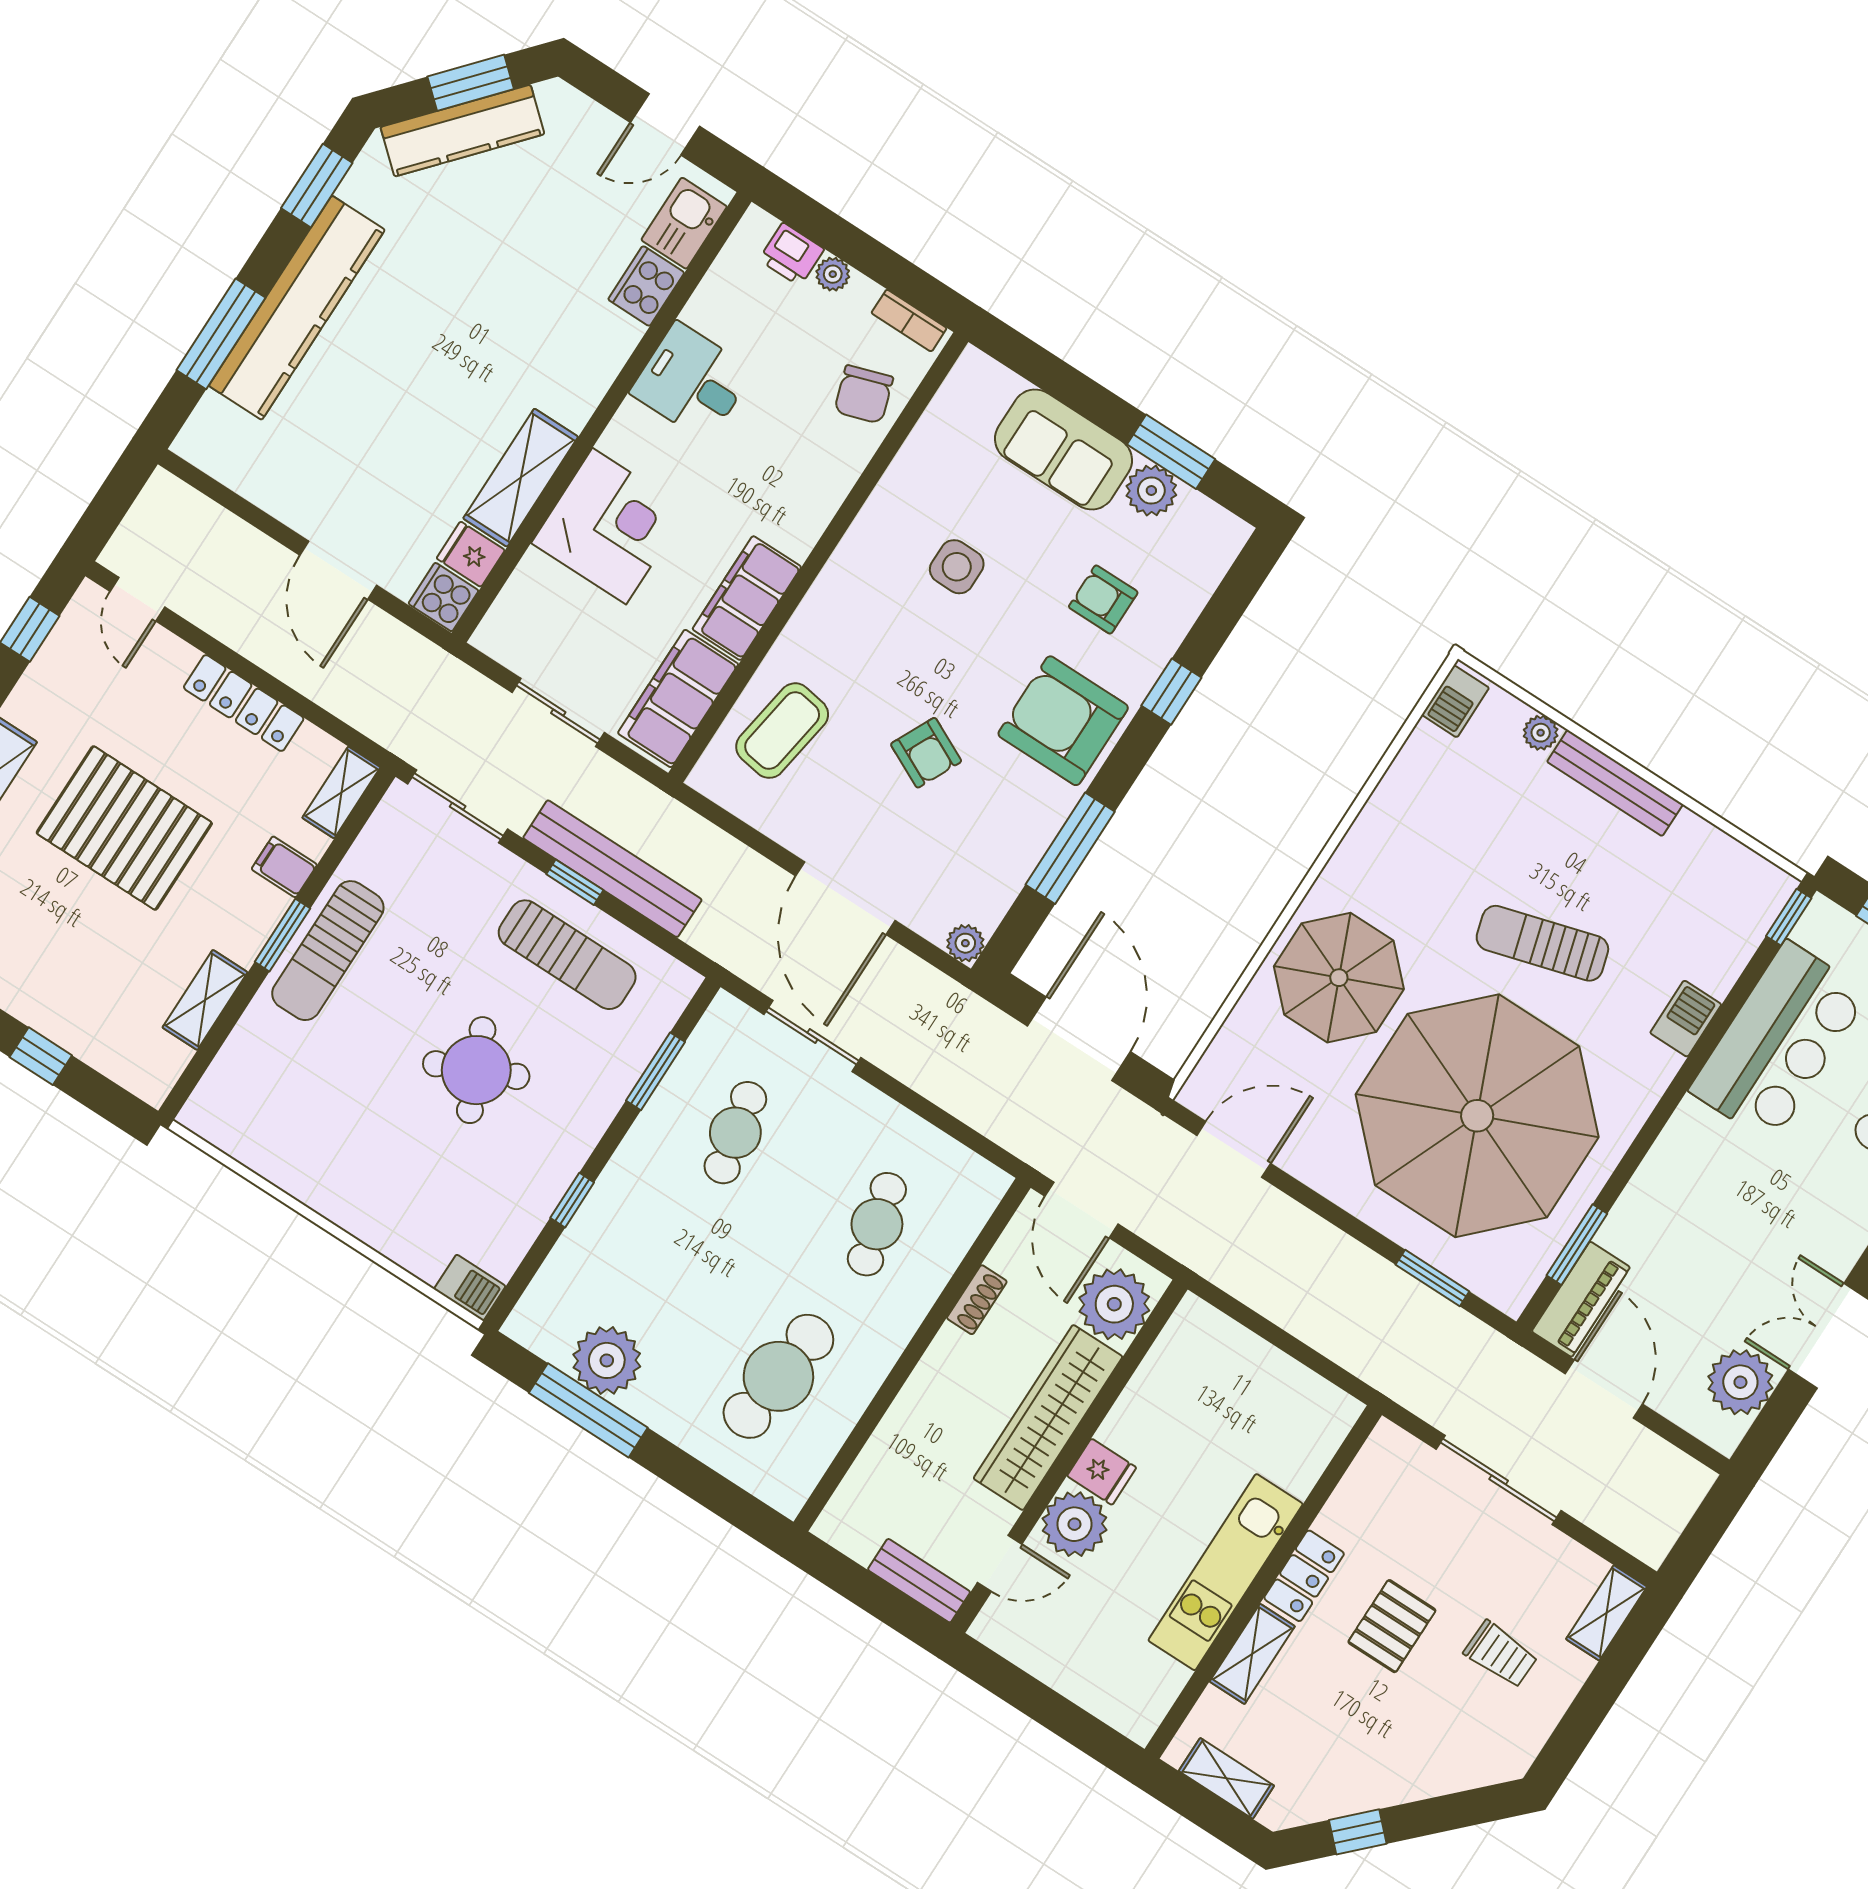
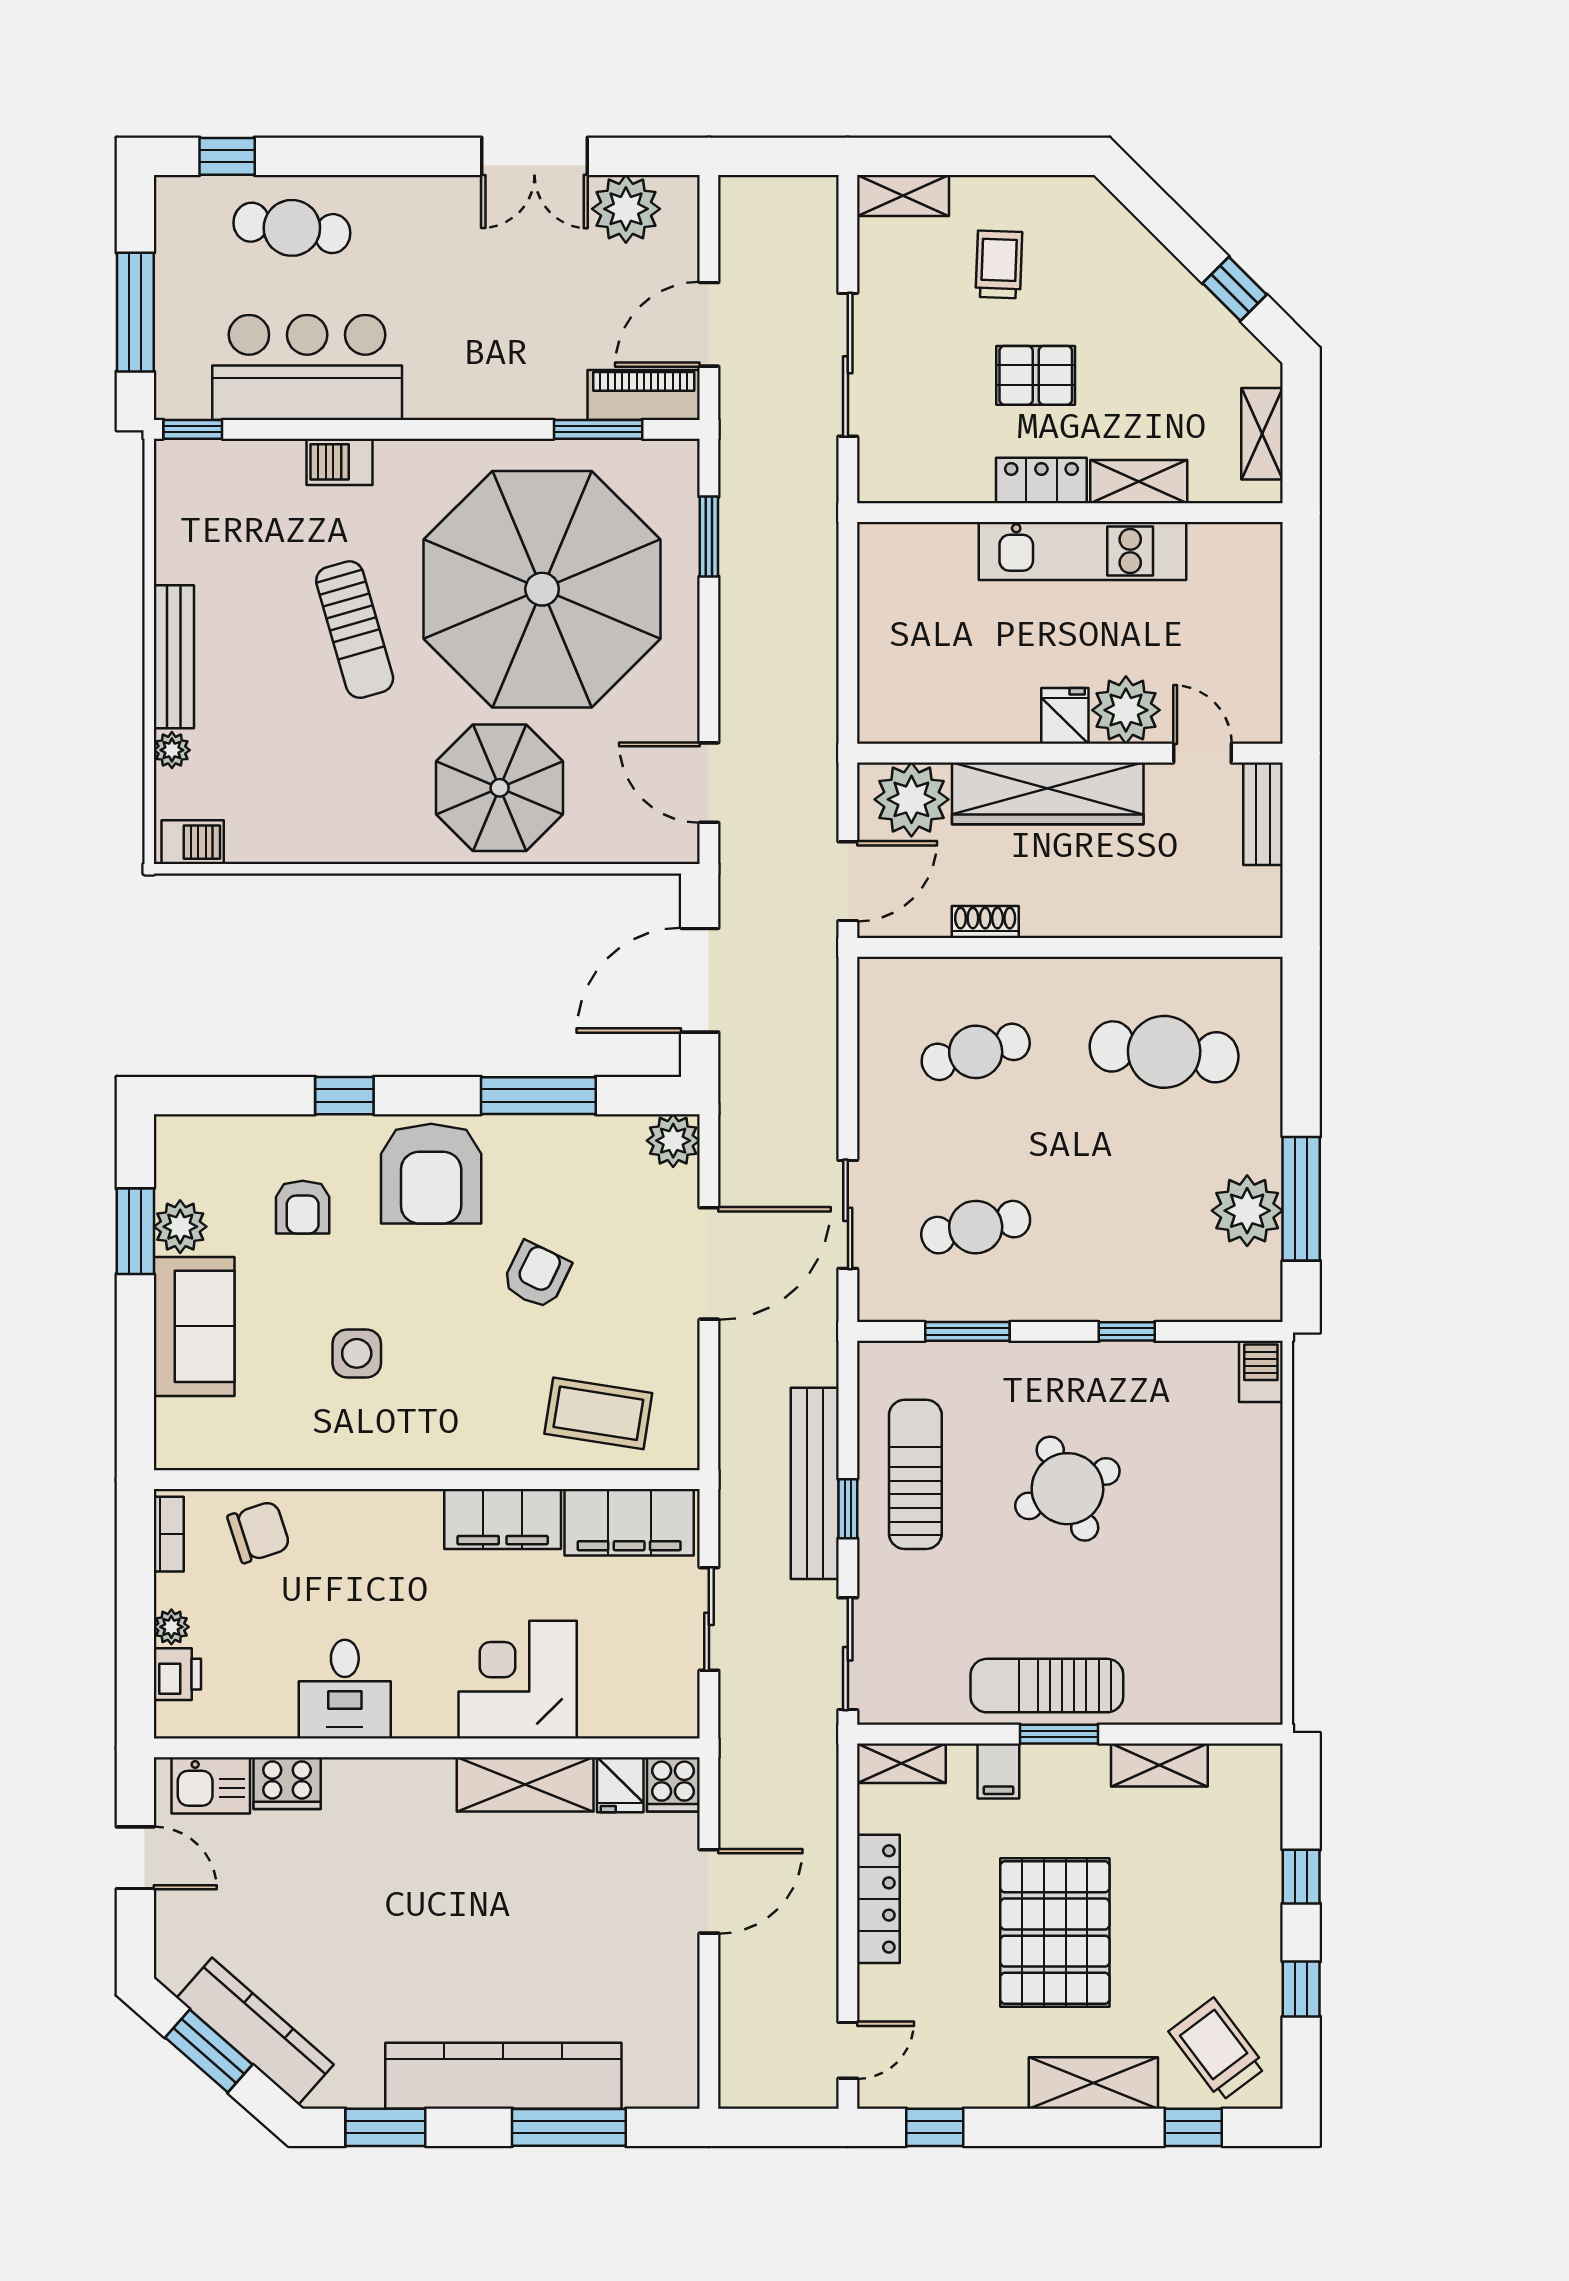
plant: (965, 943) -> (673, 1141), width x1.38, depth x1.38
sun lounger: (328, 951) -> (1047, 1686), turned 180

